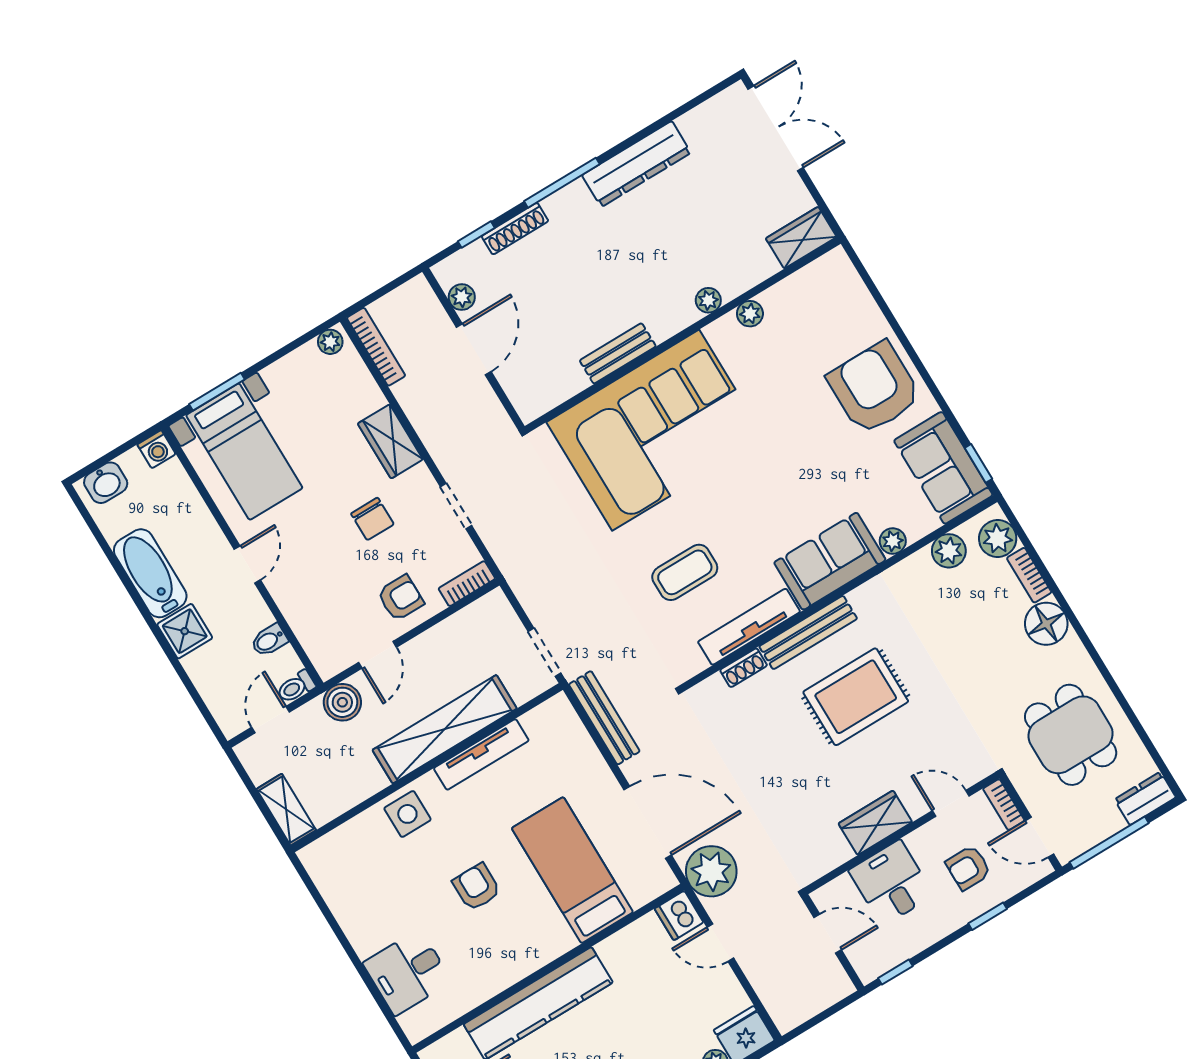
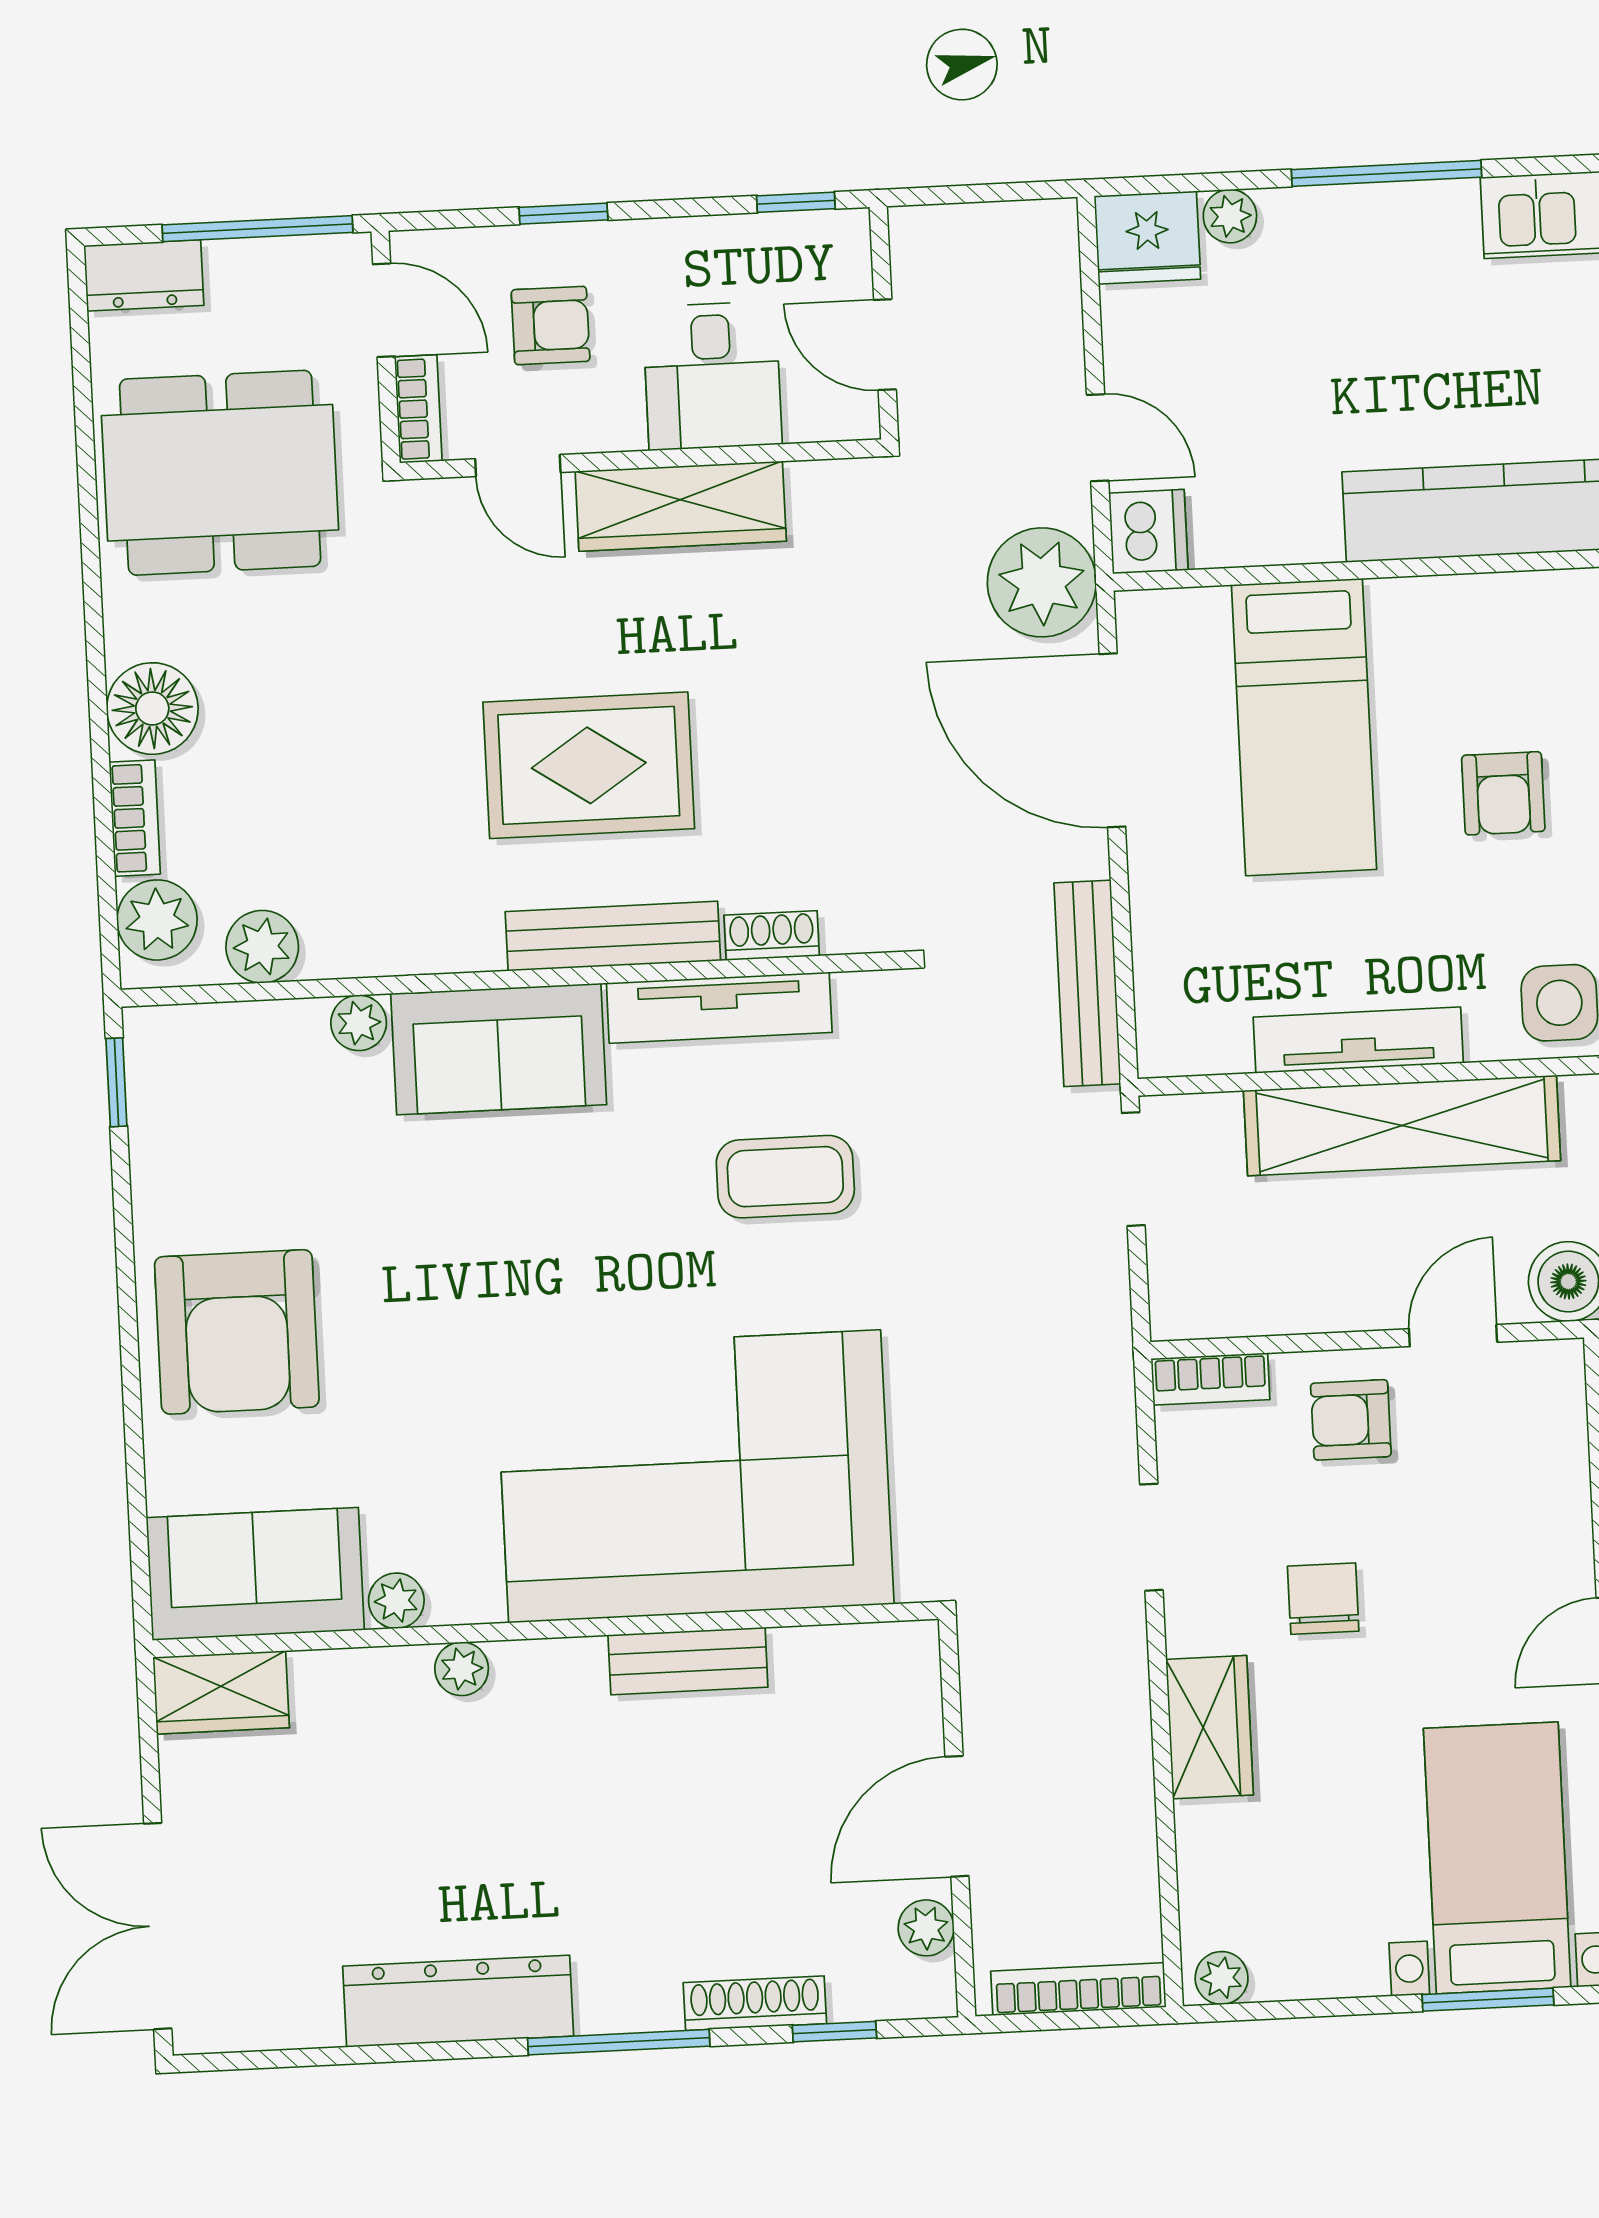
bookcase: (376, 347) -> (1078, 1989), moved, turned 90
sofa: (943, 468) -> (255, 1574), moved, turned -90
dining table: (1071, 735) -> (220, 473), width x1.38
wardrobe: (875, 823) -> (681, 506), width x1.50

